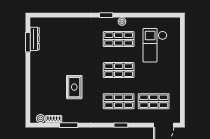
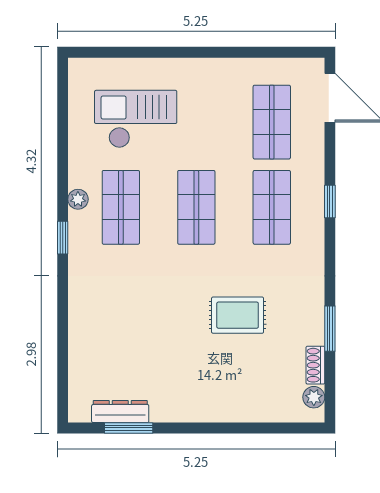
checkout: (155, 45) -> (136, 119), turned 180

